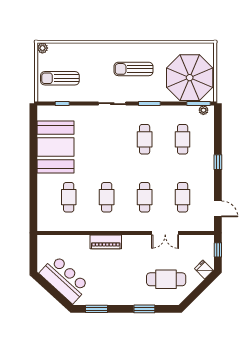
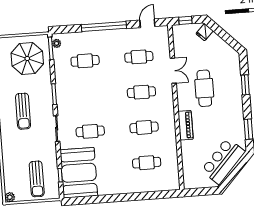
parasol: (190, 78) -> (27, 58), width x0.73, depth x0.73
cafe table: (145, 139) -> (90, 131), moved
booth: (55, 147) -> (79, 173), moved, turned 90
window: (218, 162) -> (104, 26), width x3.17
cafe table: (166, 279) -> (204, 88), moved

